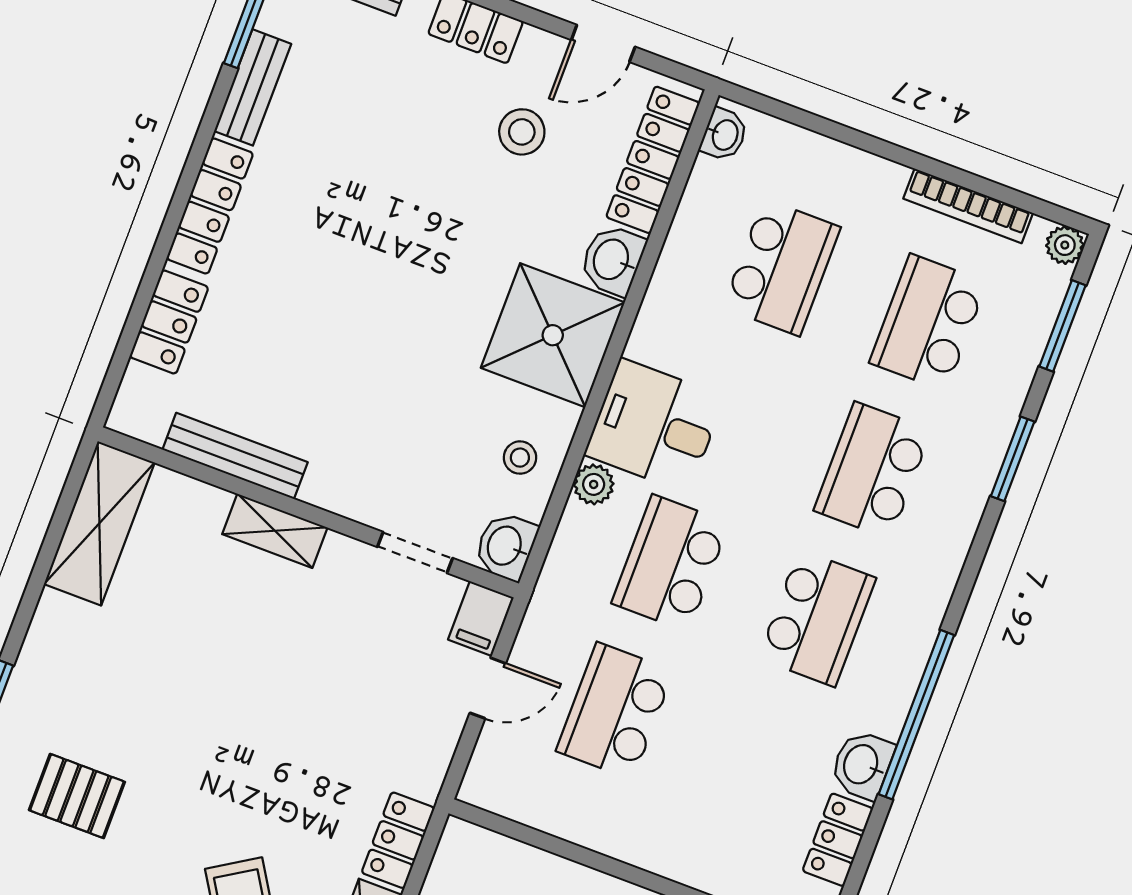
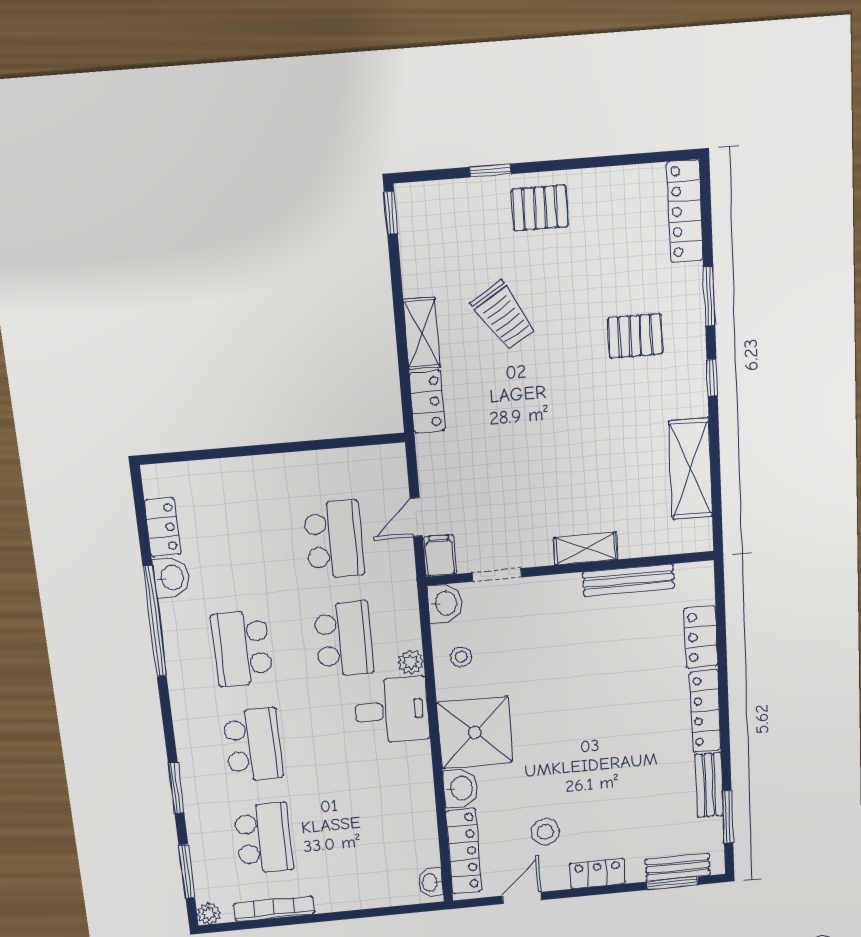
school desk: (782, 267) -> (362, 829), removed
shelving: (99, 523) -> (691, 469), moved

